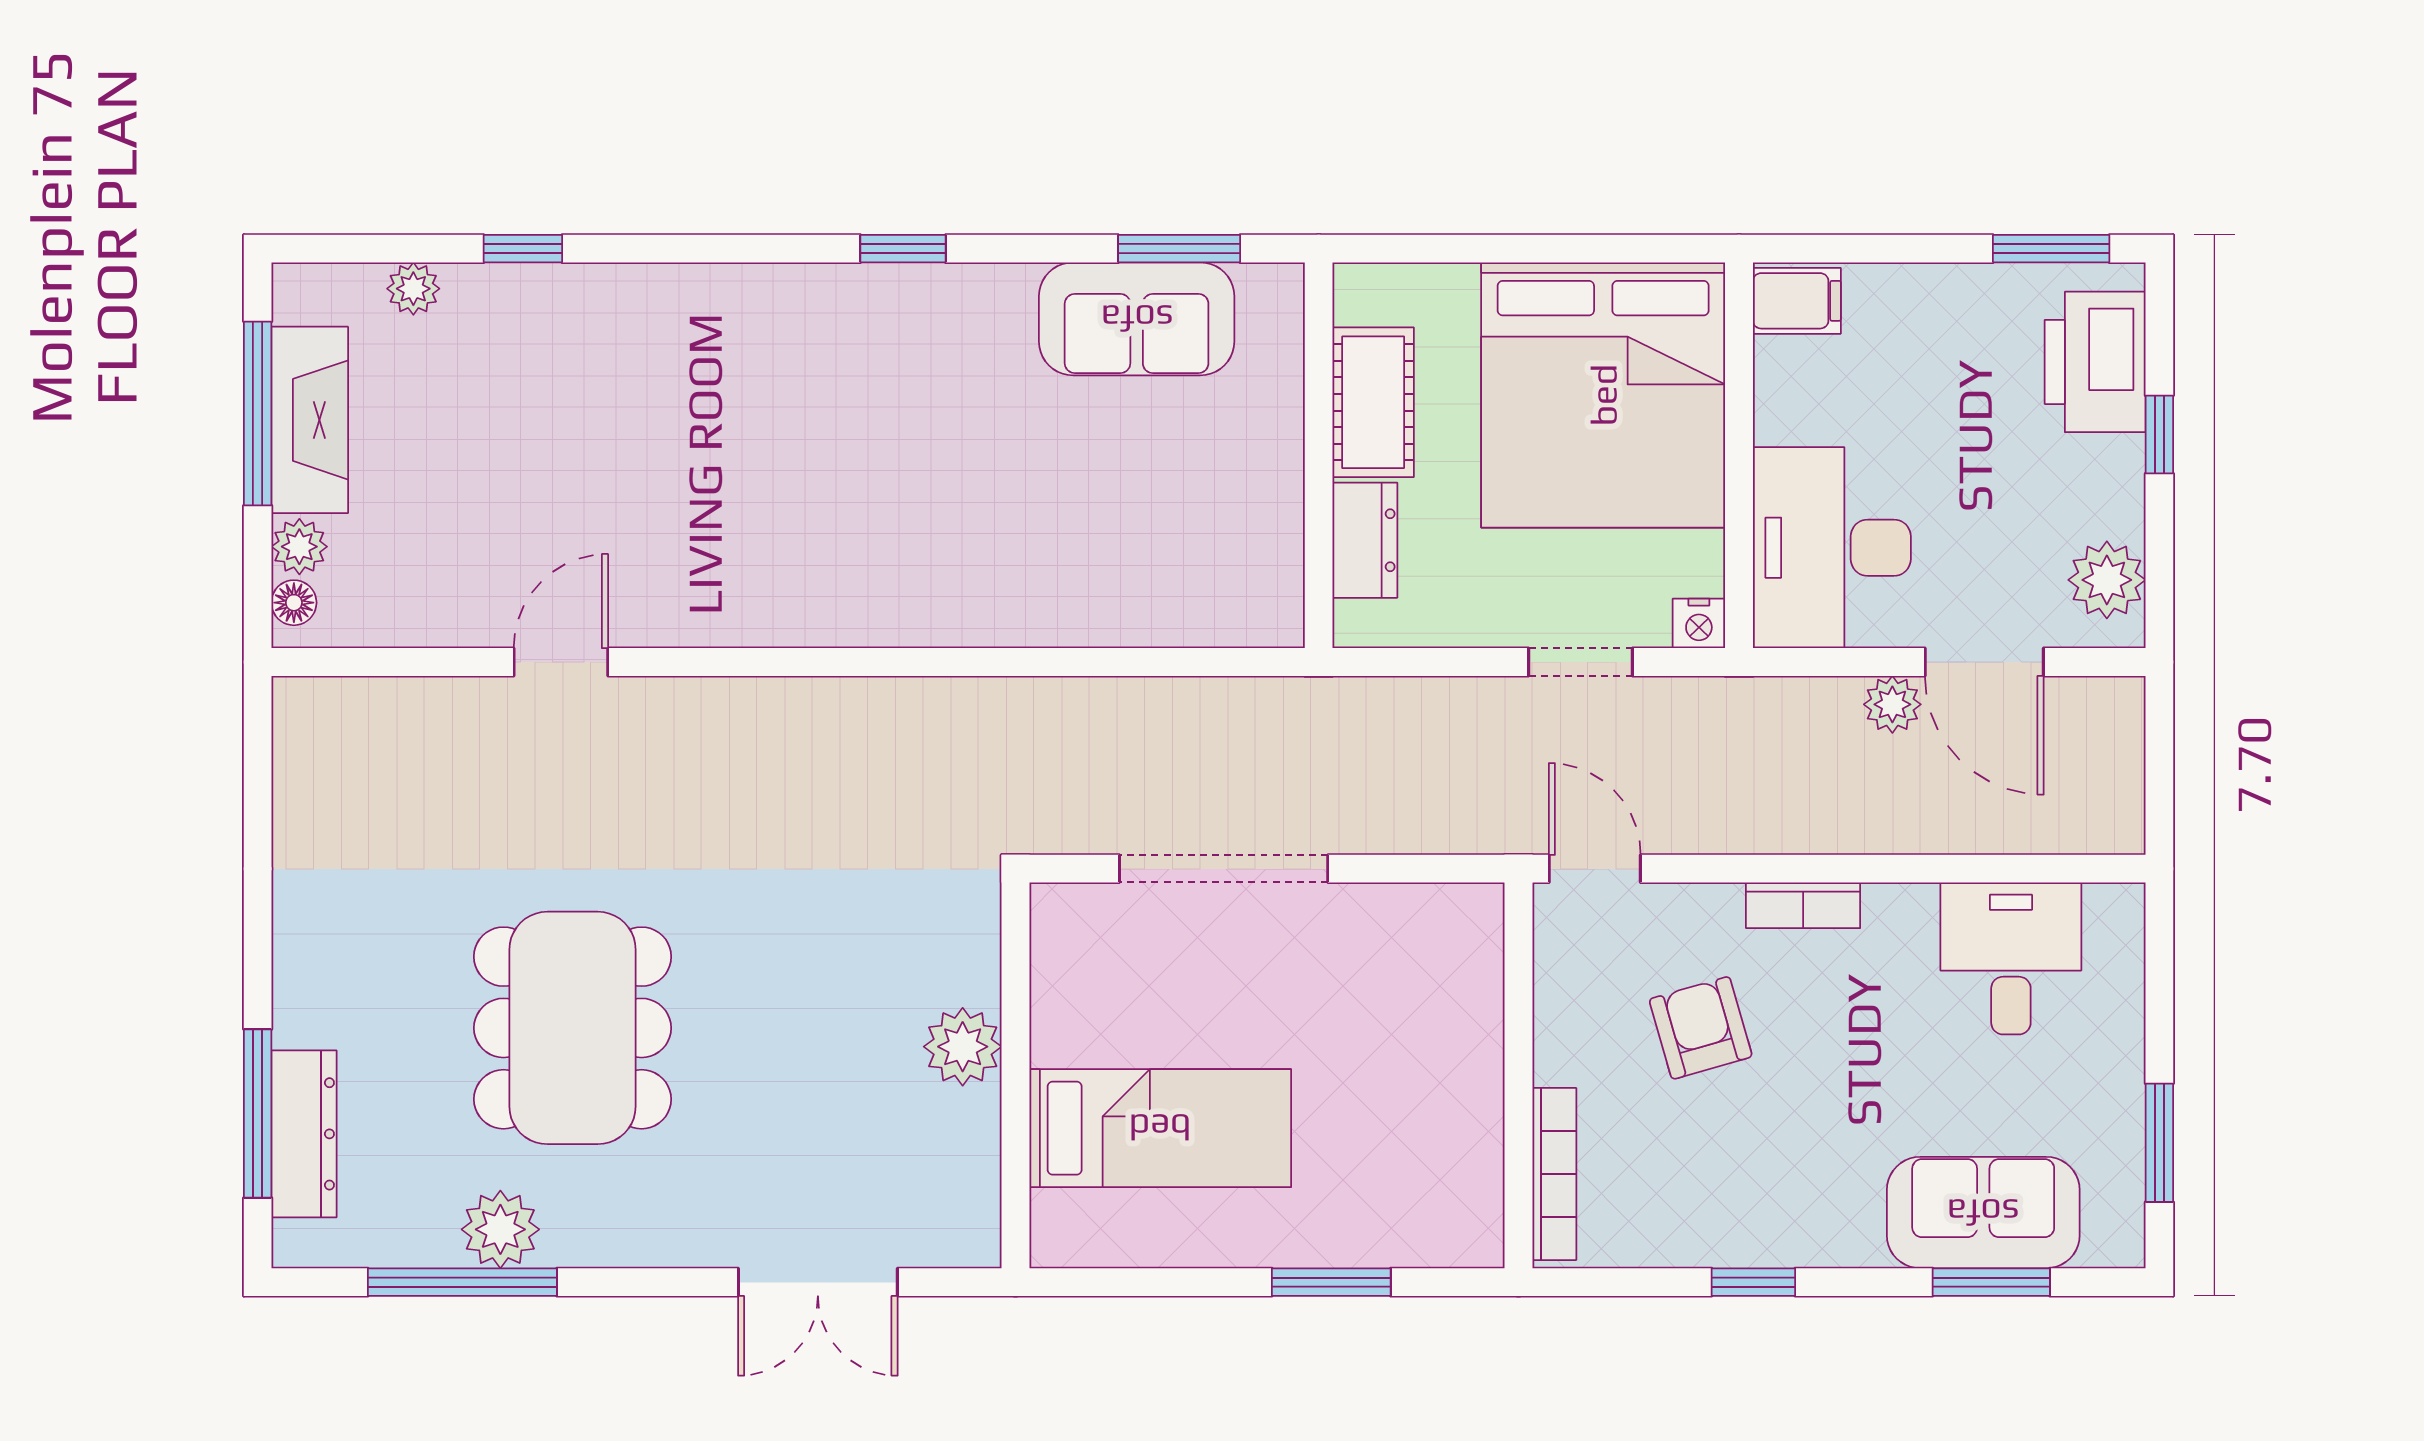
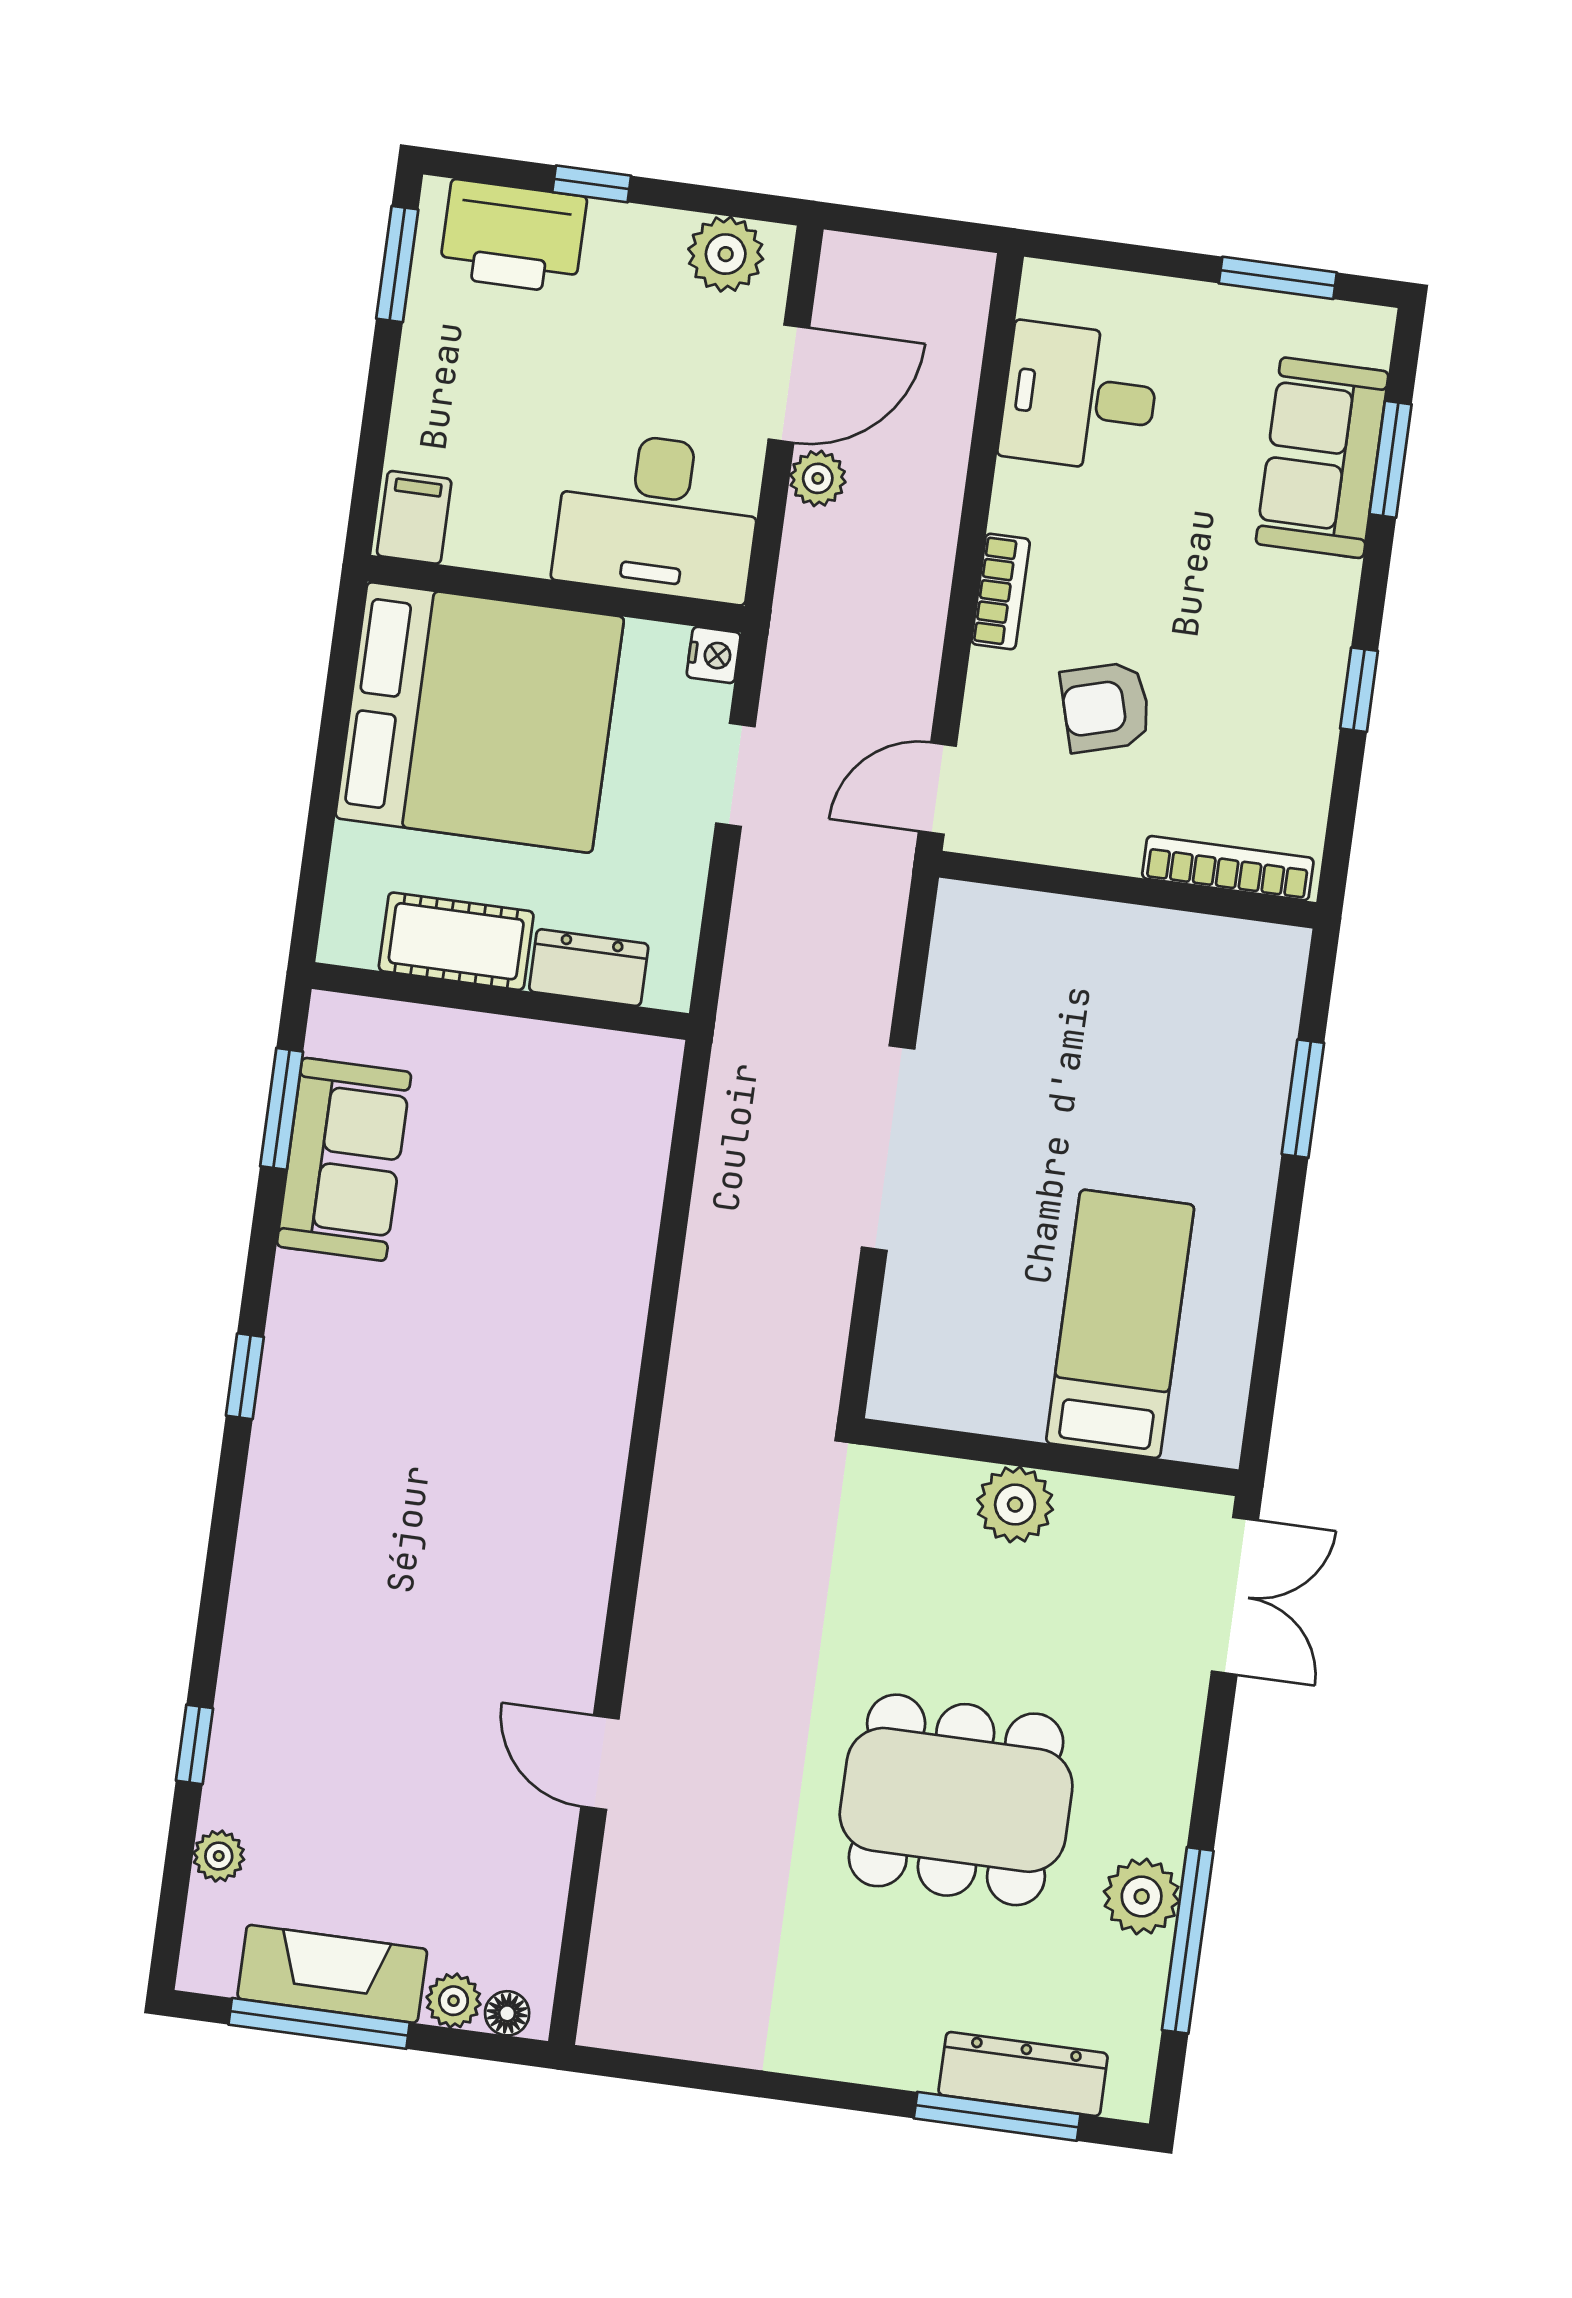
plant: (963, 1047) -> (1015, 1505), moved
wall: (1016, 1075) -> (1050, 1457), moved
bed: (1160, 1128) -> (1120, 1324), moved

